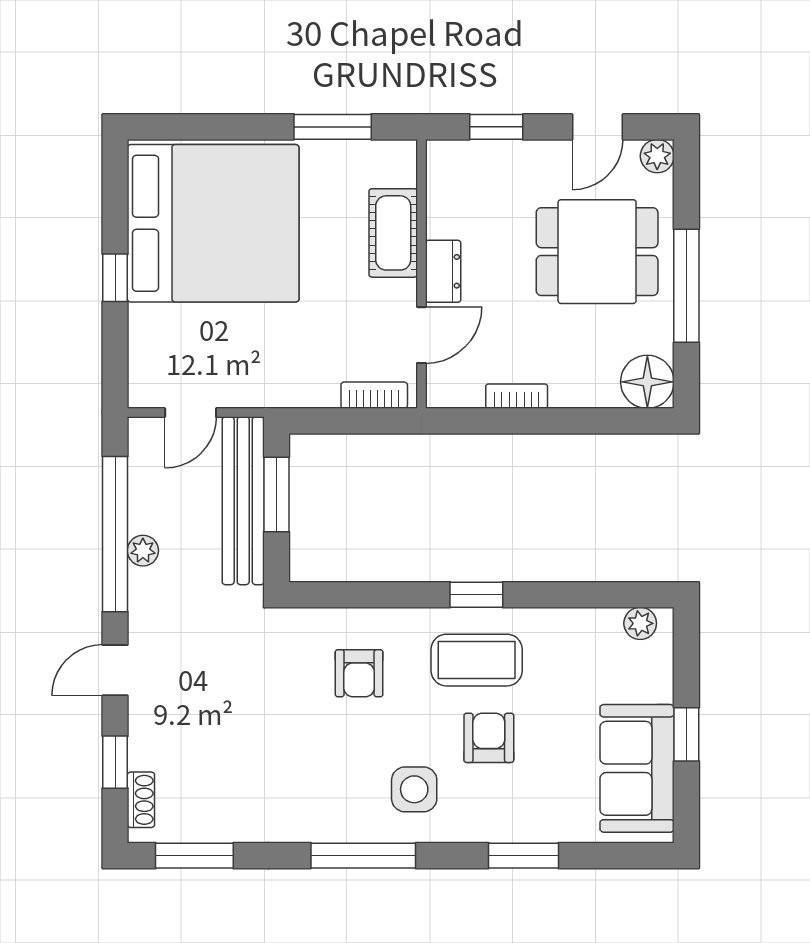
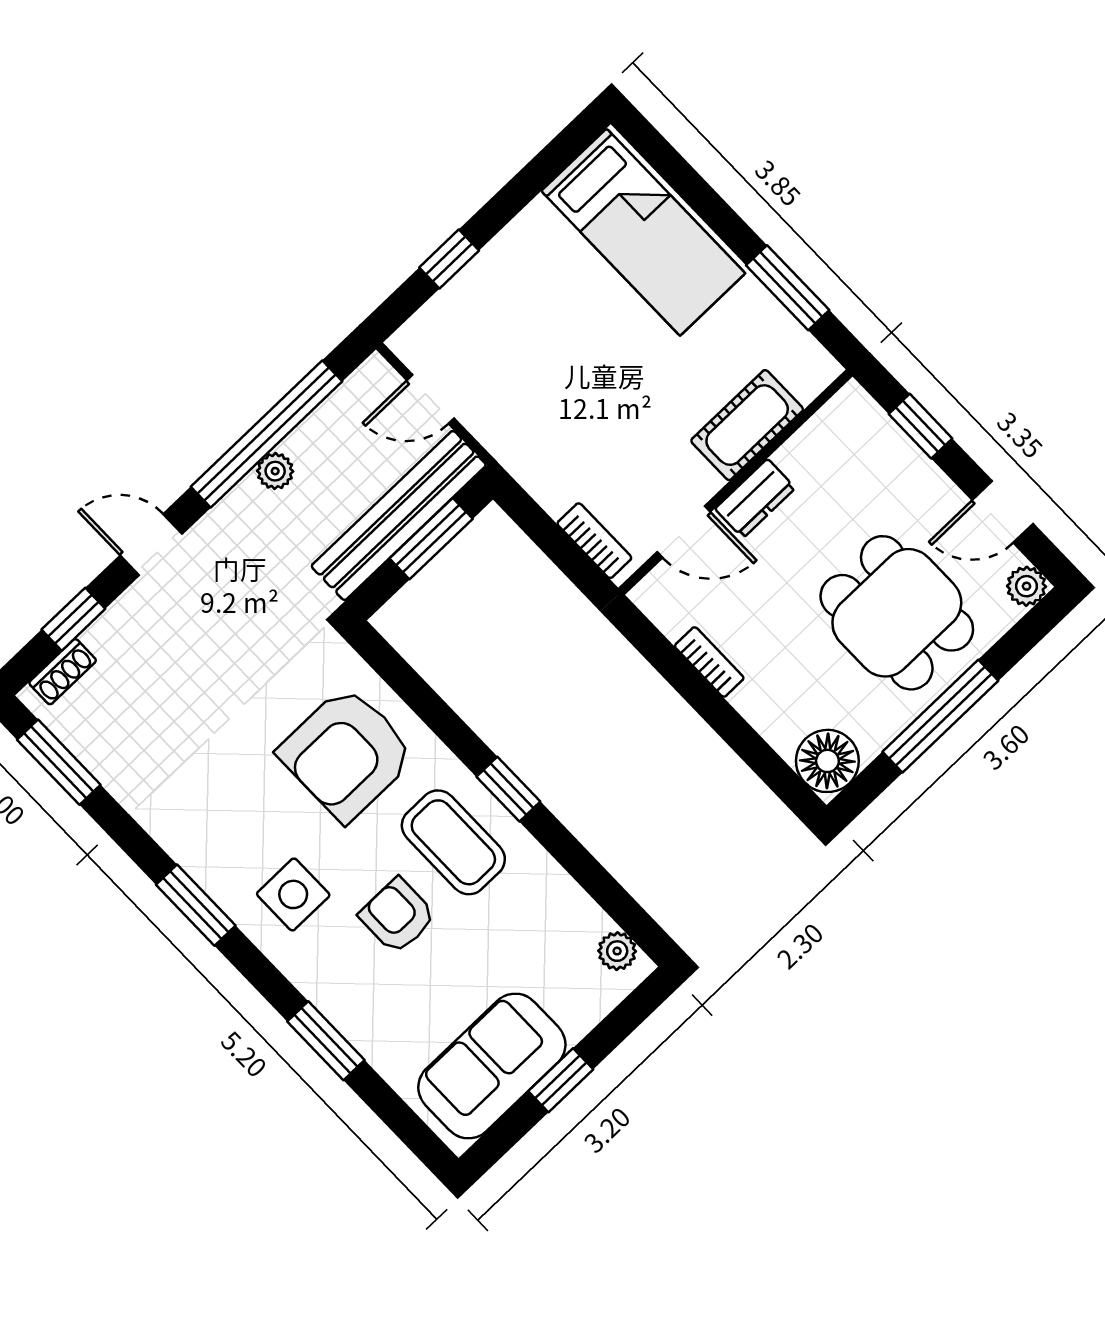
bed: (213, 223) -> (643, 232), width x0.49
window: (115, 278) -> (449, 259), moved
armchair: (359, 673) -> (347, 754), width x1.88, depth x1.88
armchair: (489, 738) -> (397, 916), turned -90
window: (363, 856) -> (196, 905), width x0.69

